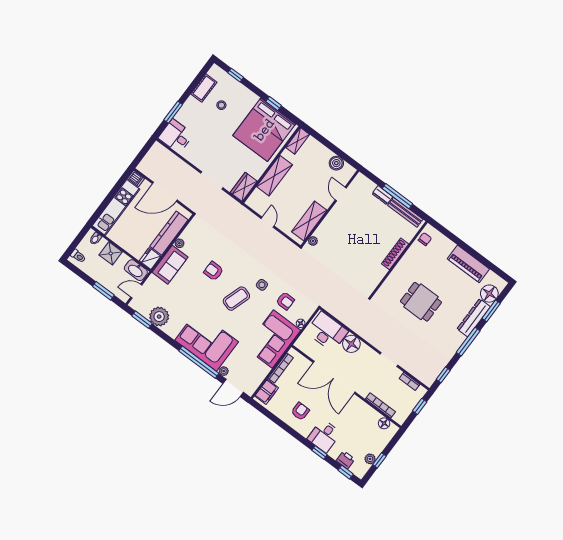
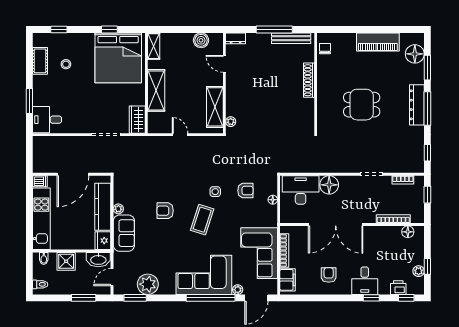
dresser: (382, 195) -> (236, 38), moved
dresser: (474, 318) -> (417, 105), moved
corner sofa: (273, 339) -> (259, 253), moved

